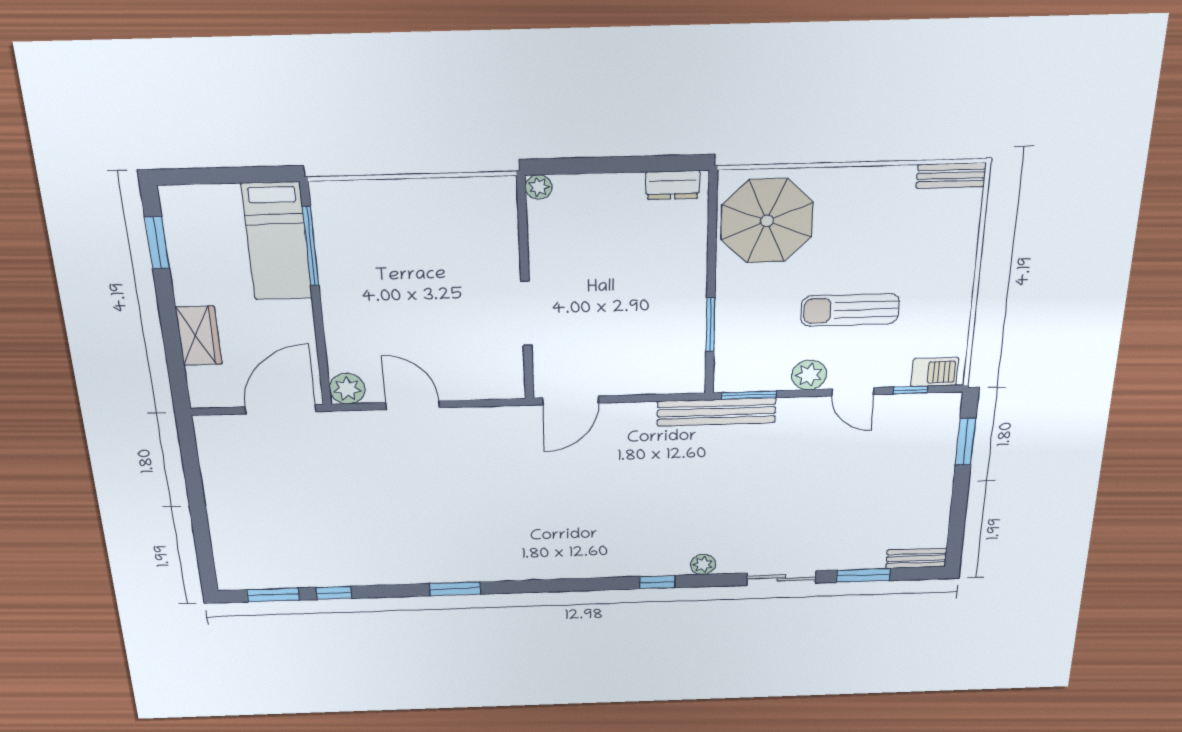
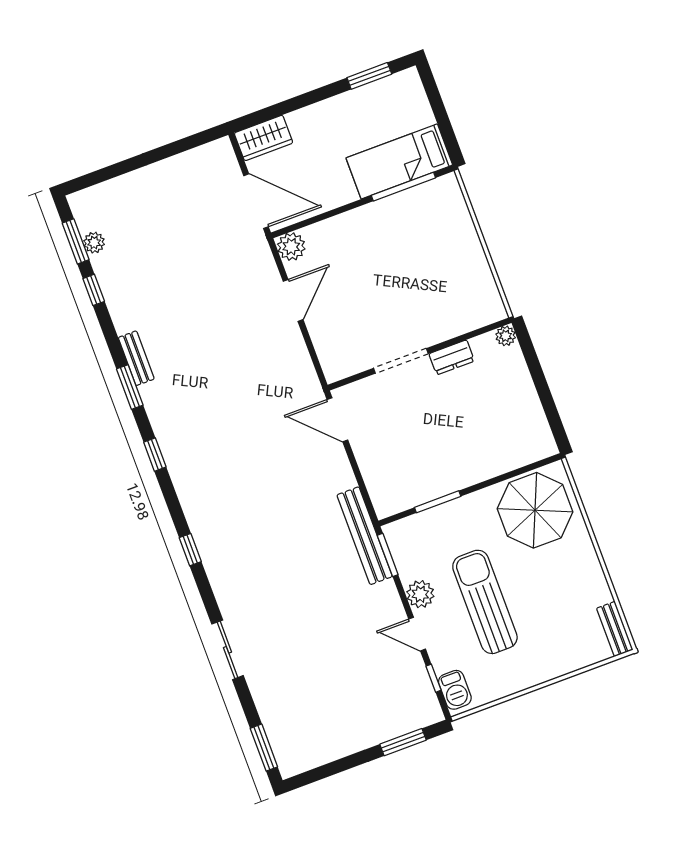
dresser: (673, 185) -> (452, 357), moved, turned -90
sun lounger: (850, 310) -> (485, 602), width x1.36, depth x1.34
wardrobe: (199, 336) -> (264, 138), moved
door: (853, 392) -> (417, 634), hinge flipped
bench: (916, 558) -> (136, 358), moved
plant: (703, 564) -> (94, 243), moved
window: (863, 575) -> (264, 748), moved
window: (539, 586) -> (155, 455), added

